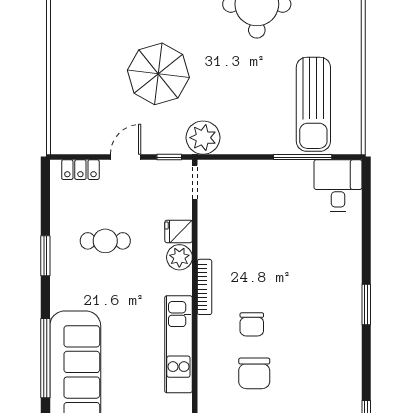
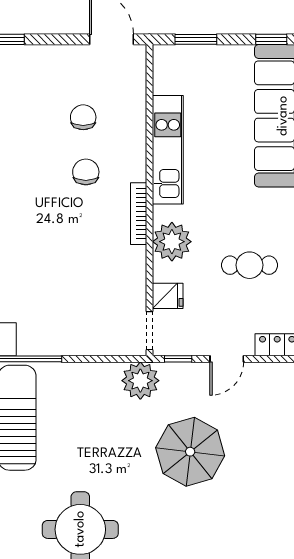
fridge: (179, 231) -> (168, 296), moved
plant: (179, 257) -> (172, 242), width x1.36, depth x1.36
chair: (254, 373) -> (83, 117), width x0.73, depth x0.73

